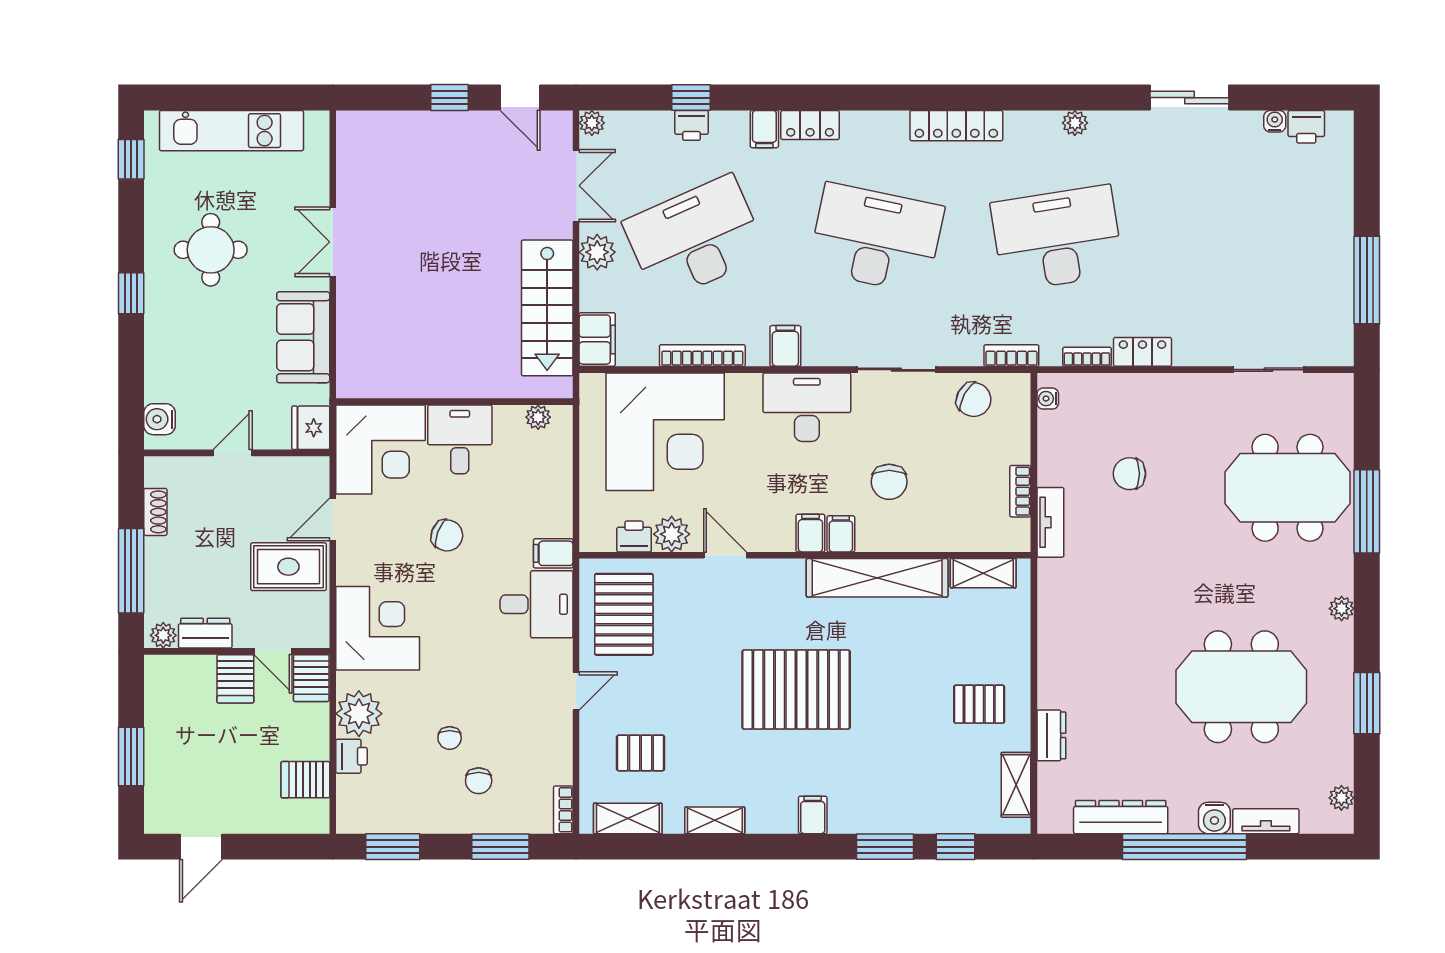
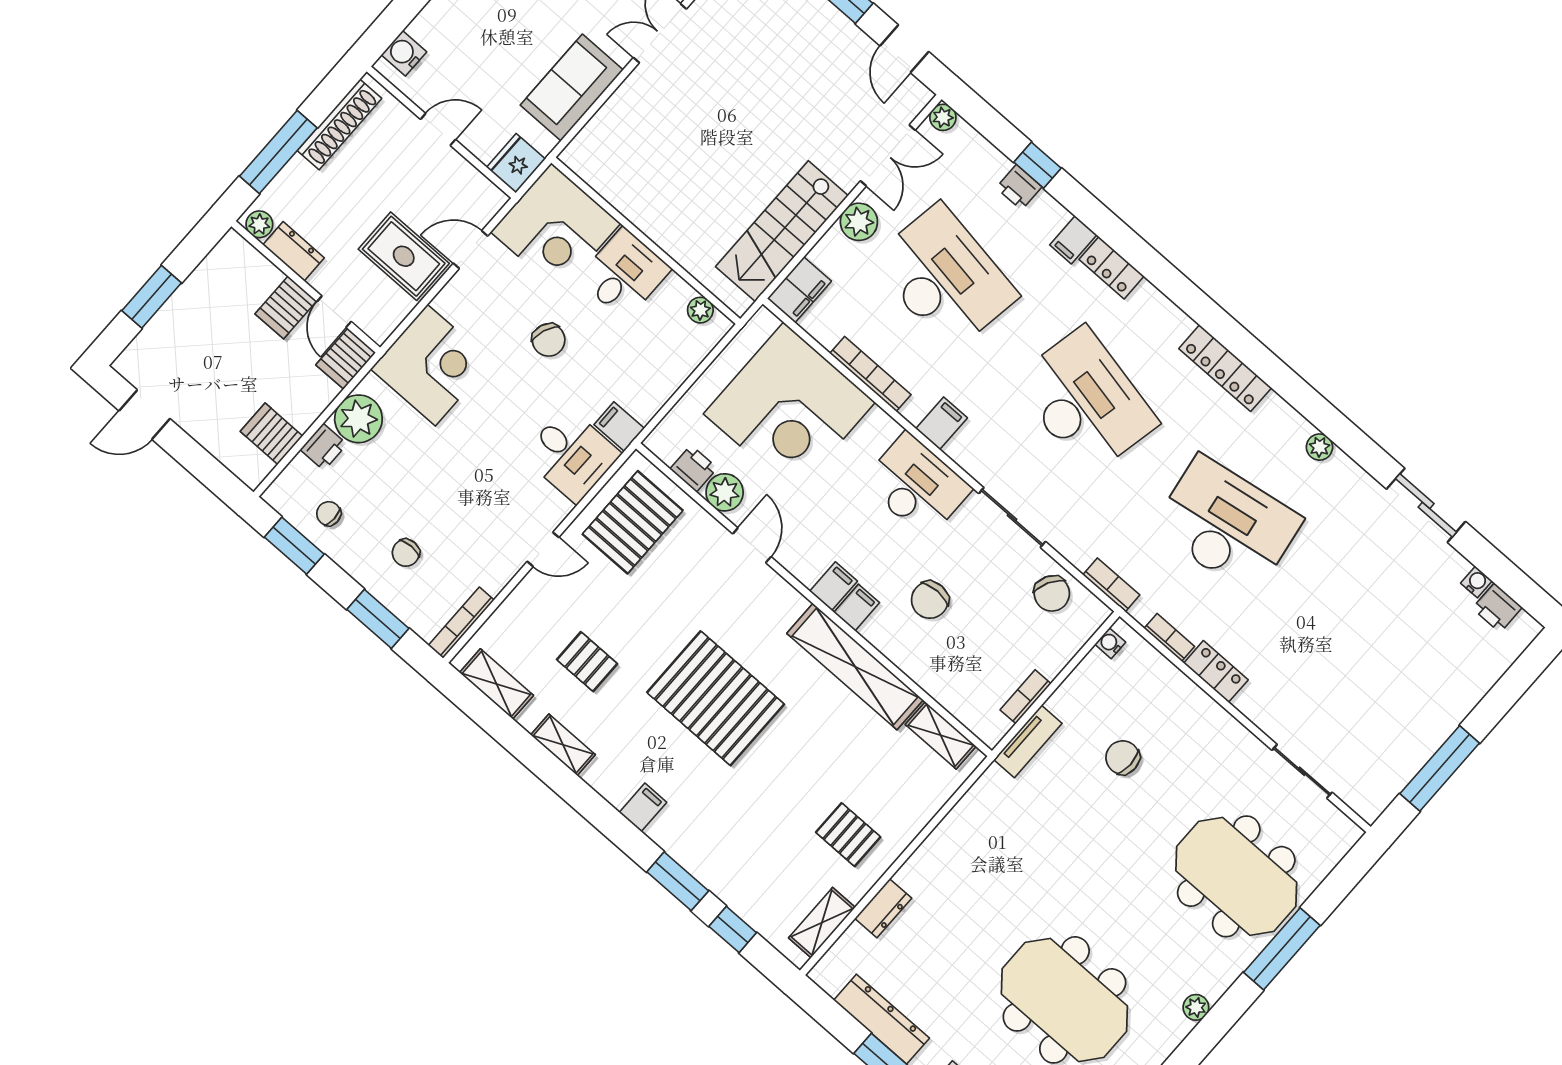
desk: (695, 238) -> (945, 278), turned 33
shoe rack: (155, 512) -> (339, 125), width x1.94, depth x1.24
chair: (450, 738) -> (329, 514), moved, turned 90
pallet: (641, 753) -> (587, 662), moved
bookcase: (563, 810) -> (461, 623), width x1.56

